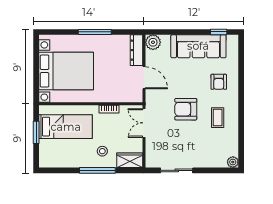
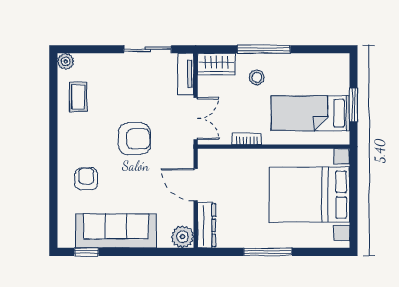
coffee table: (218, 118) -> (78, 97), moved
tv unit: (151, 153) -> (186, 74), added

